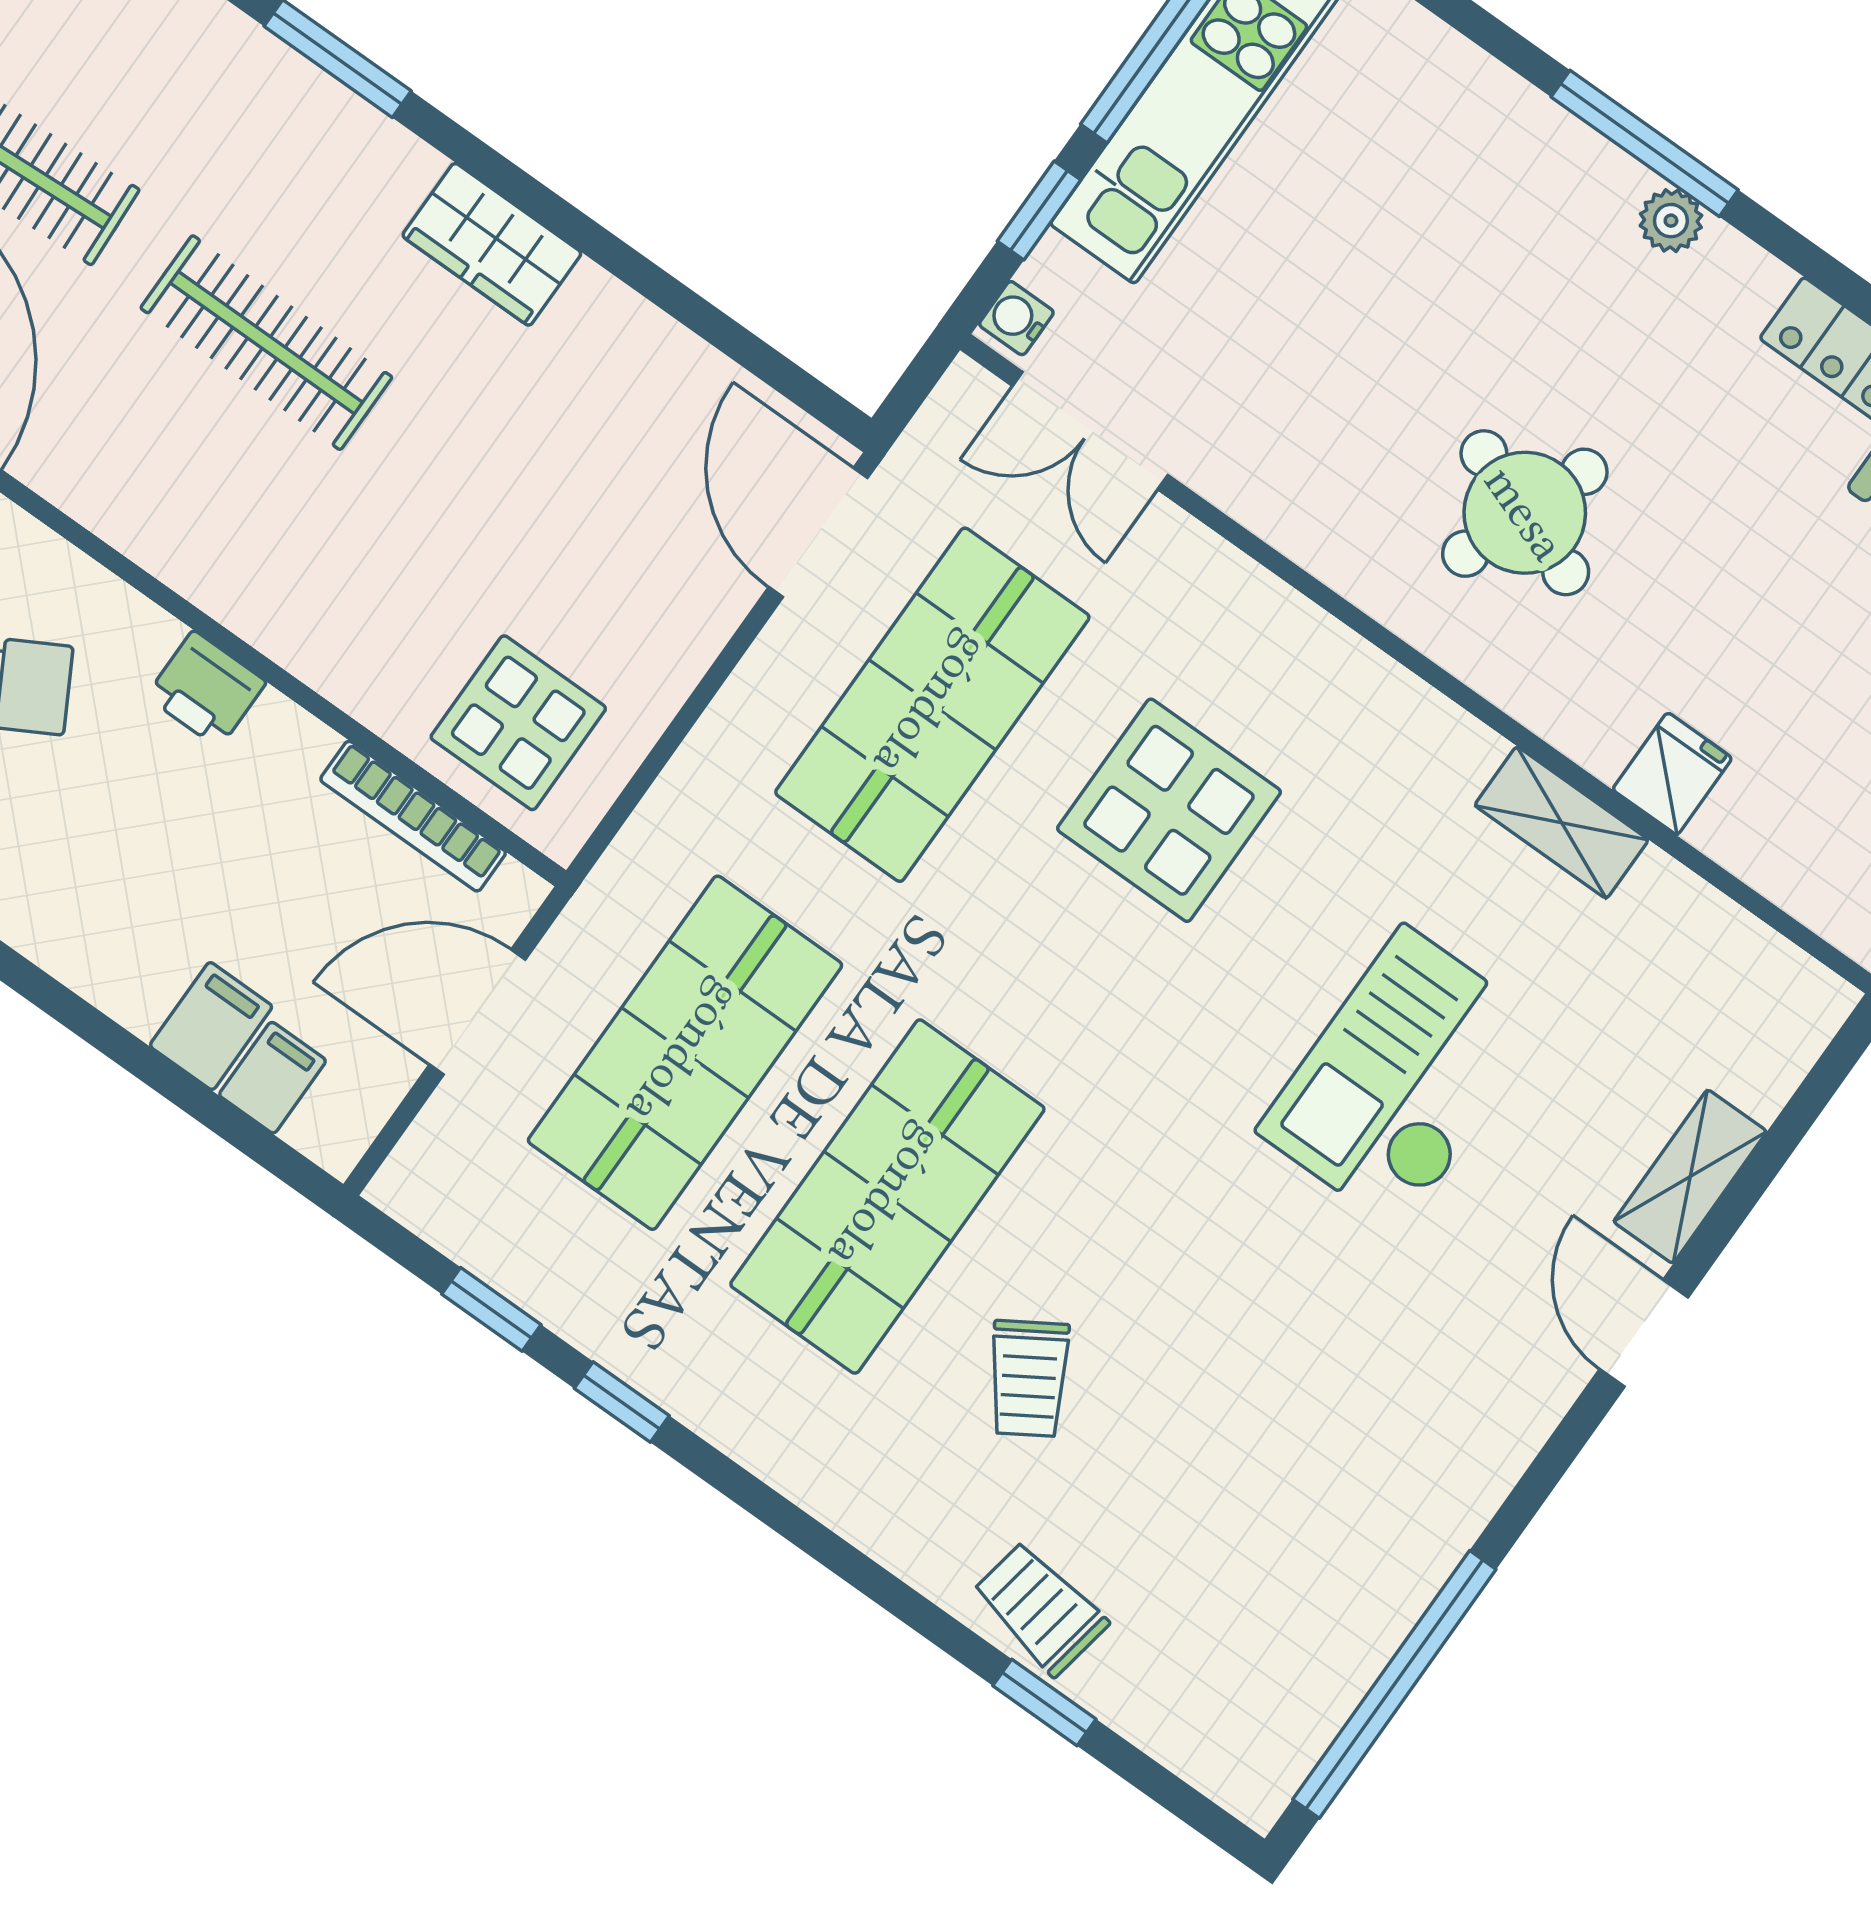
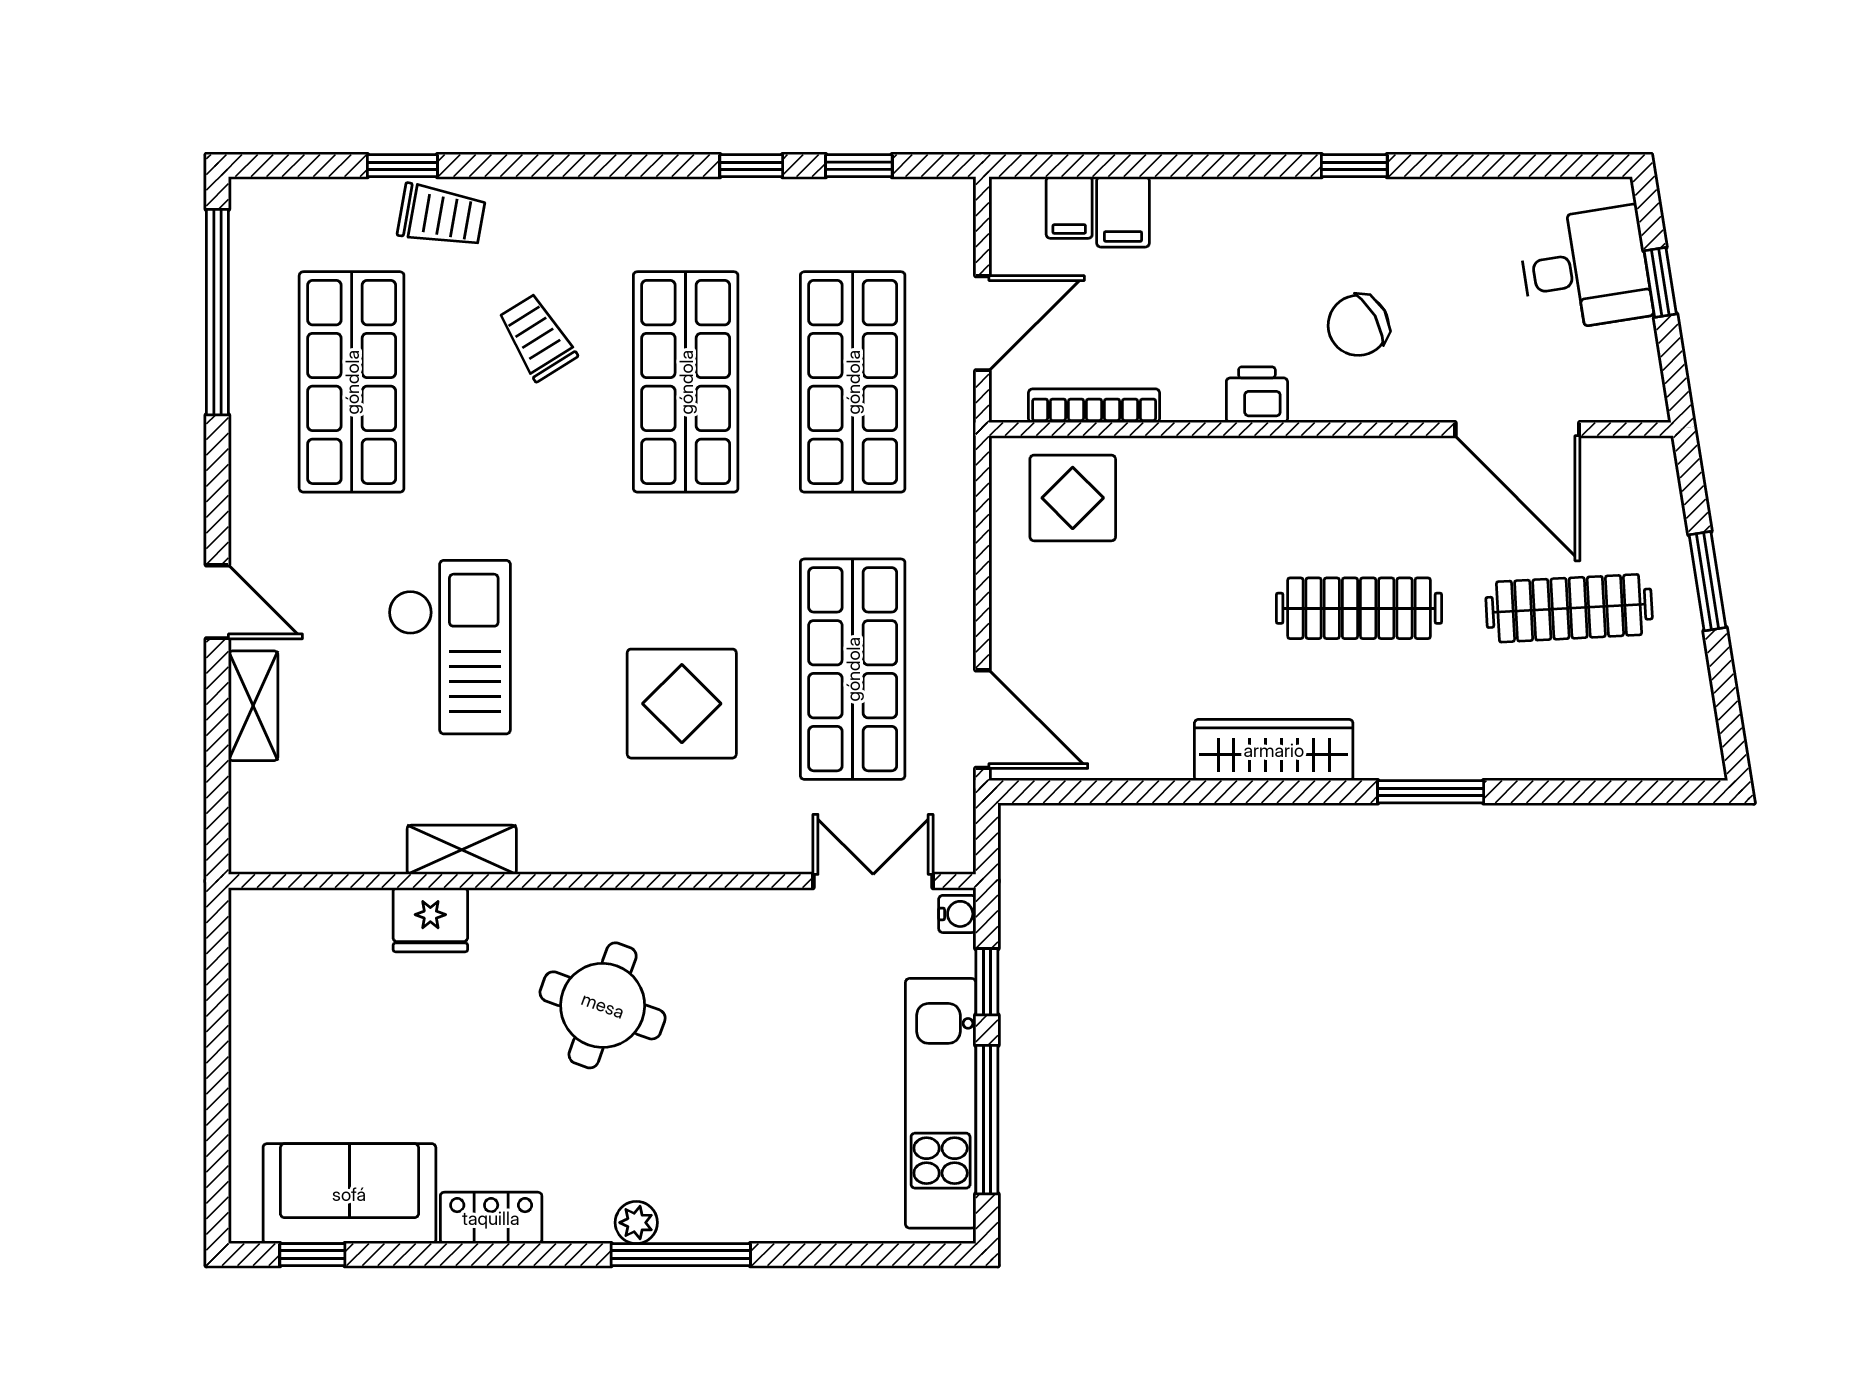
wardrobe: (492, 244) -> (1274, 750), width x1.50
fridge: (1672, 774) -> (430, 920), width x1.38
shop shelf: (1292, 1484) -> (352, 382), added

